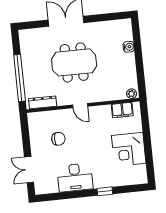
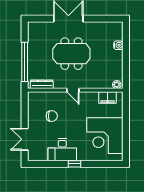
corner desk: (129, 149) -> (105, 136), width x1.36, depth x1.36
window: (105, 191) -> (75, 164), moved

